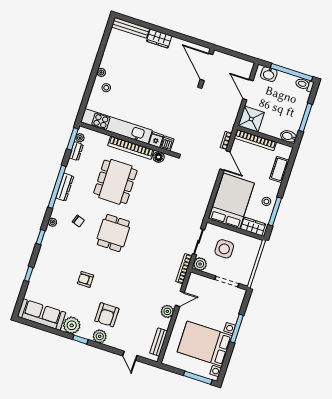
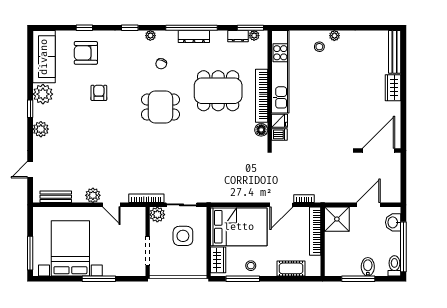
bidet: (289, 136) -> (368, 267), moved
armchair: (107, 315) -> (86, 53), moved

